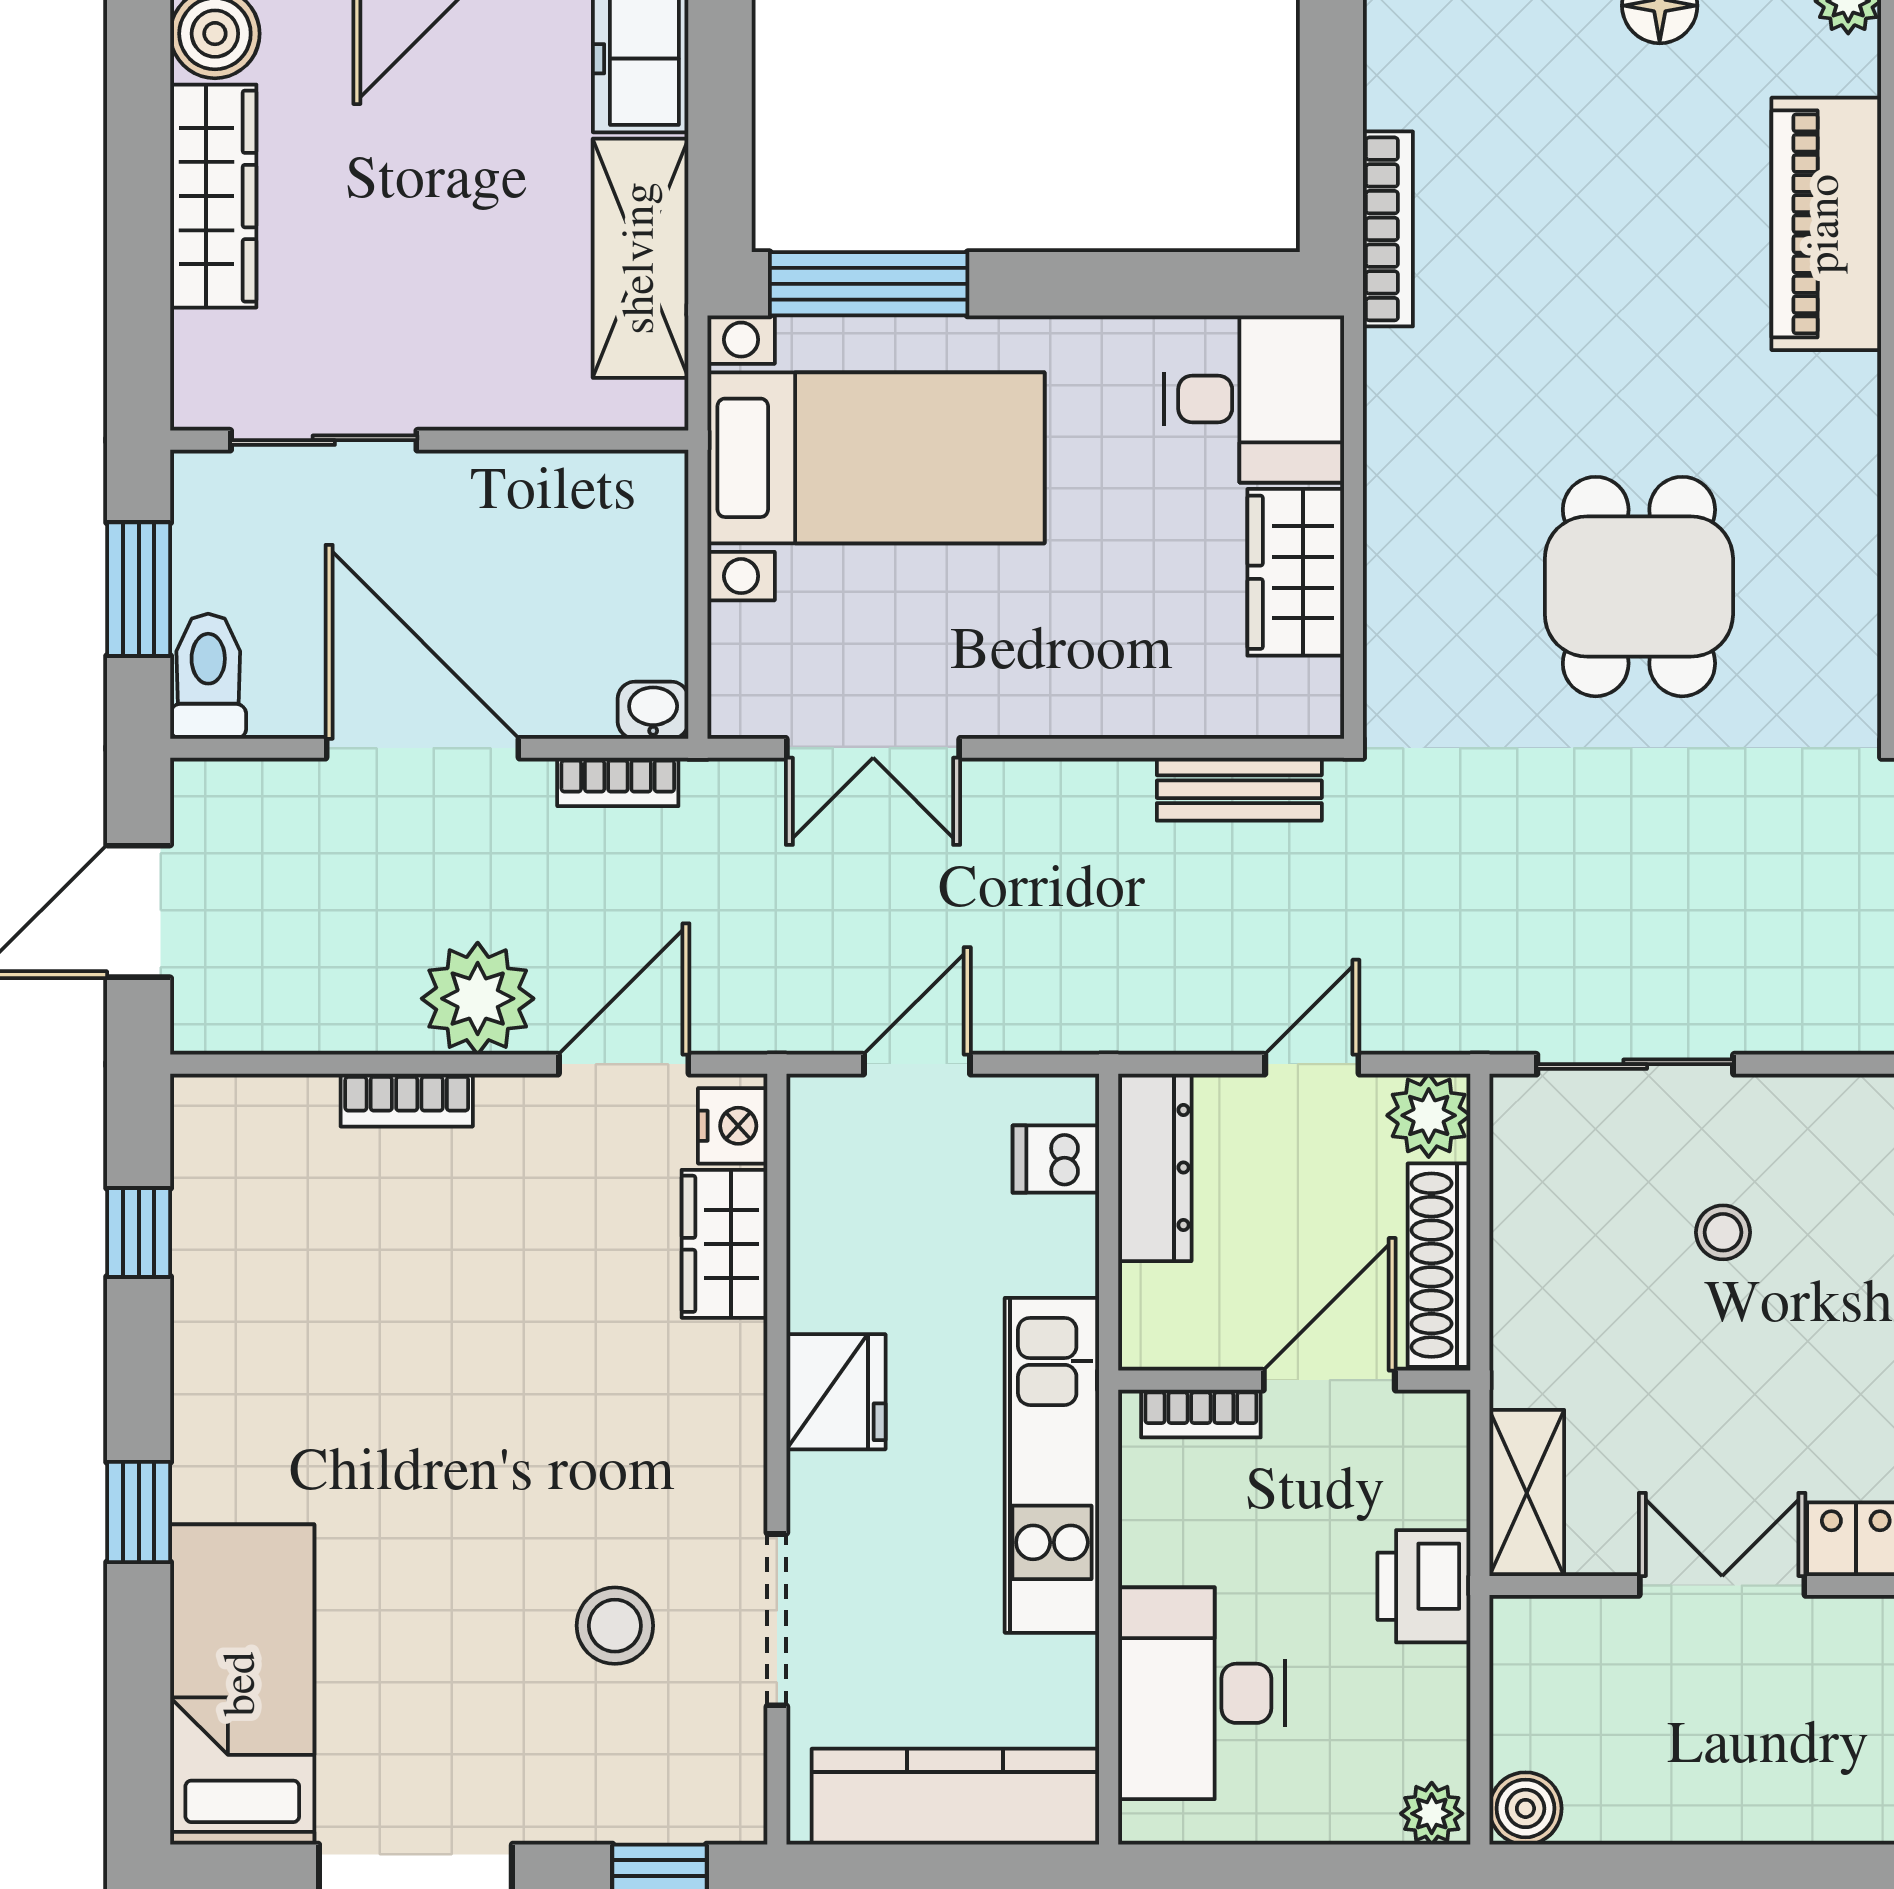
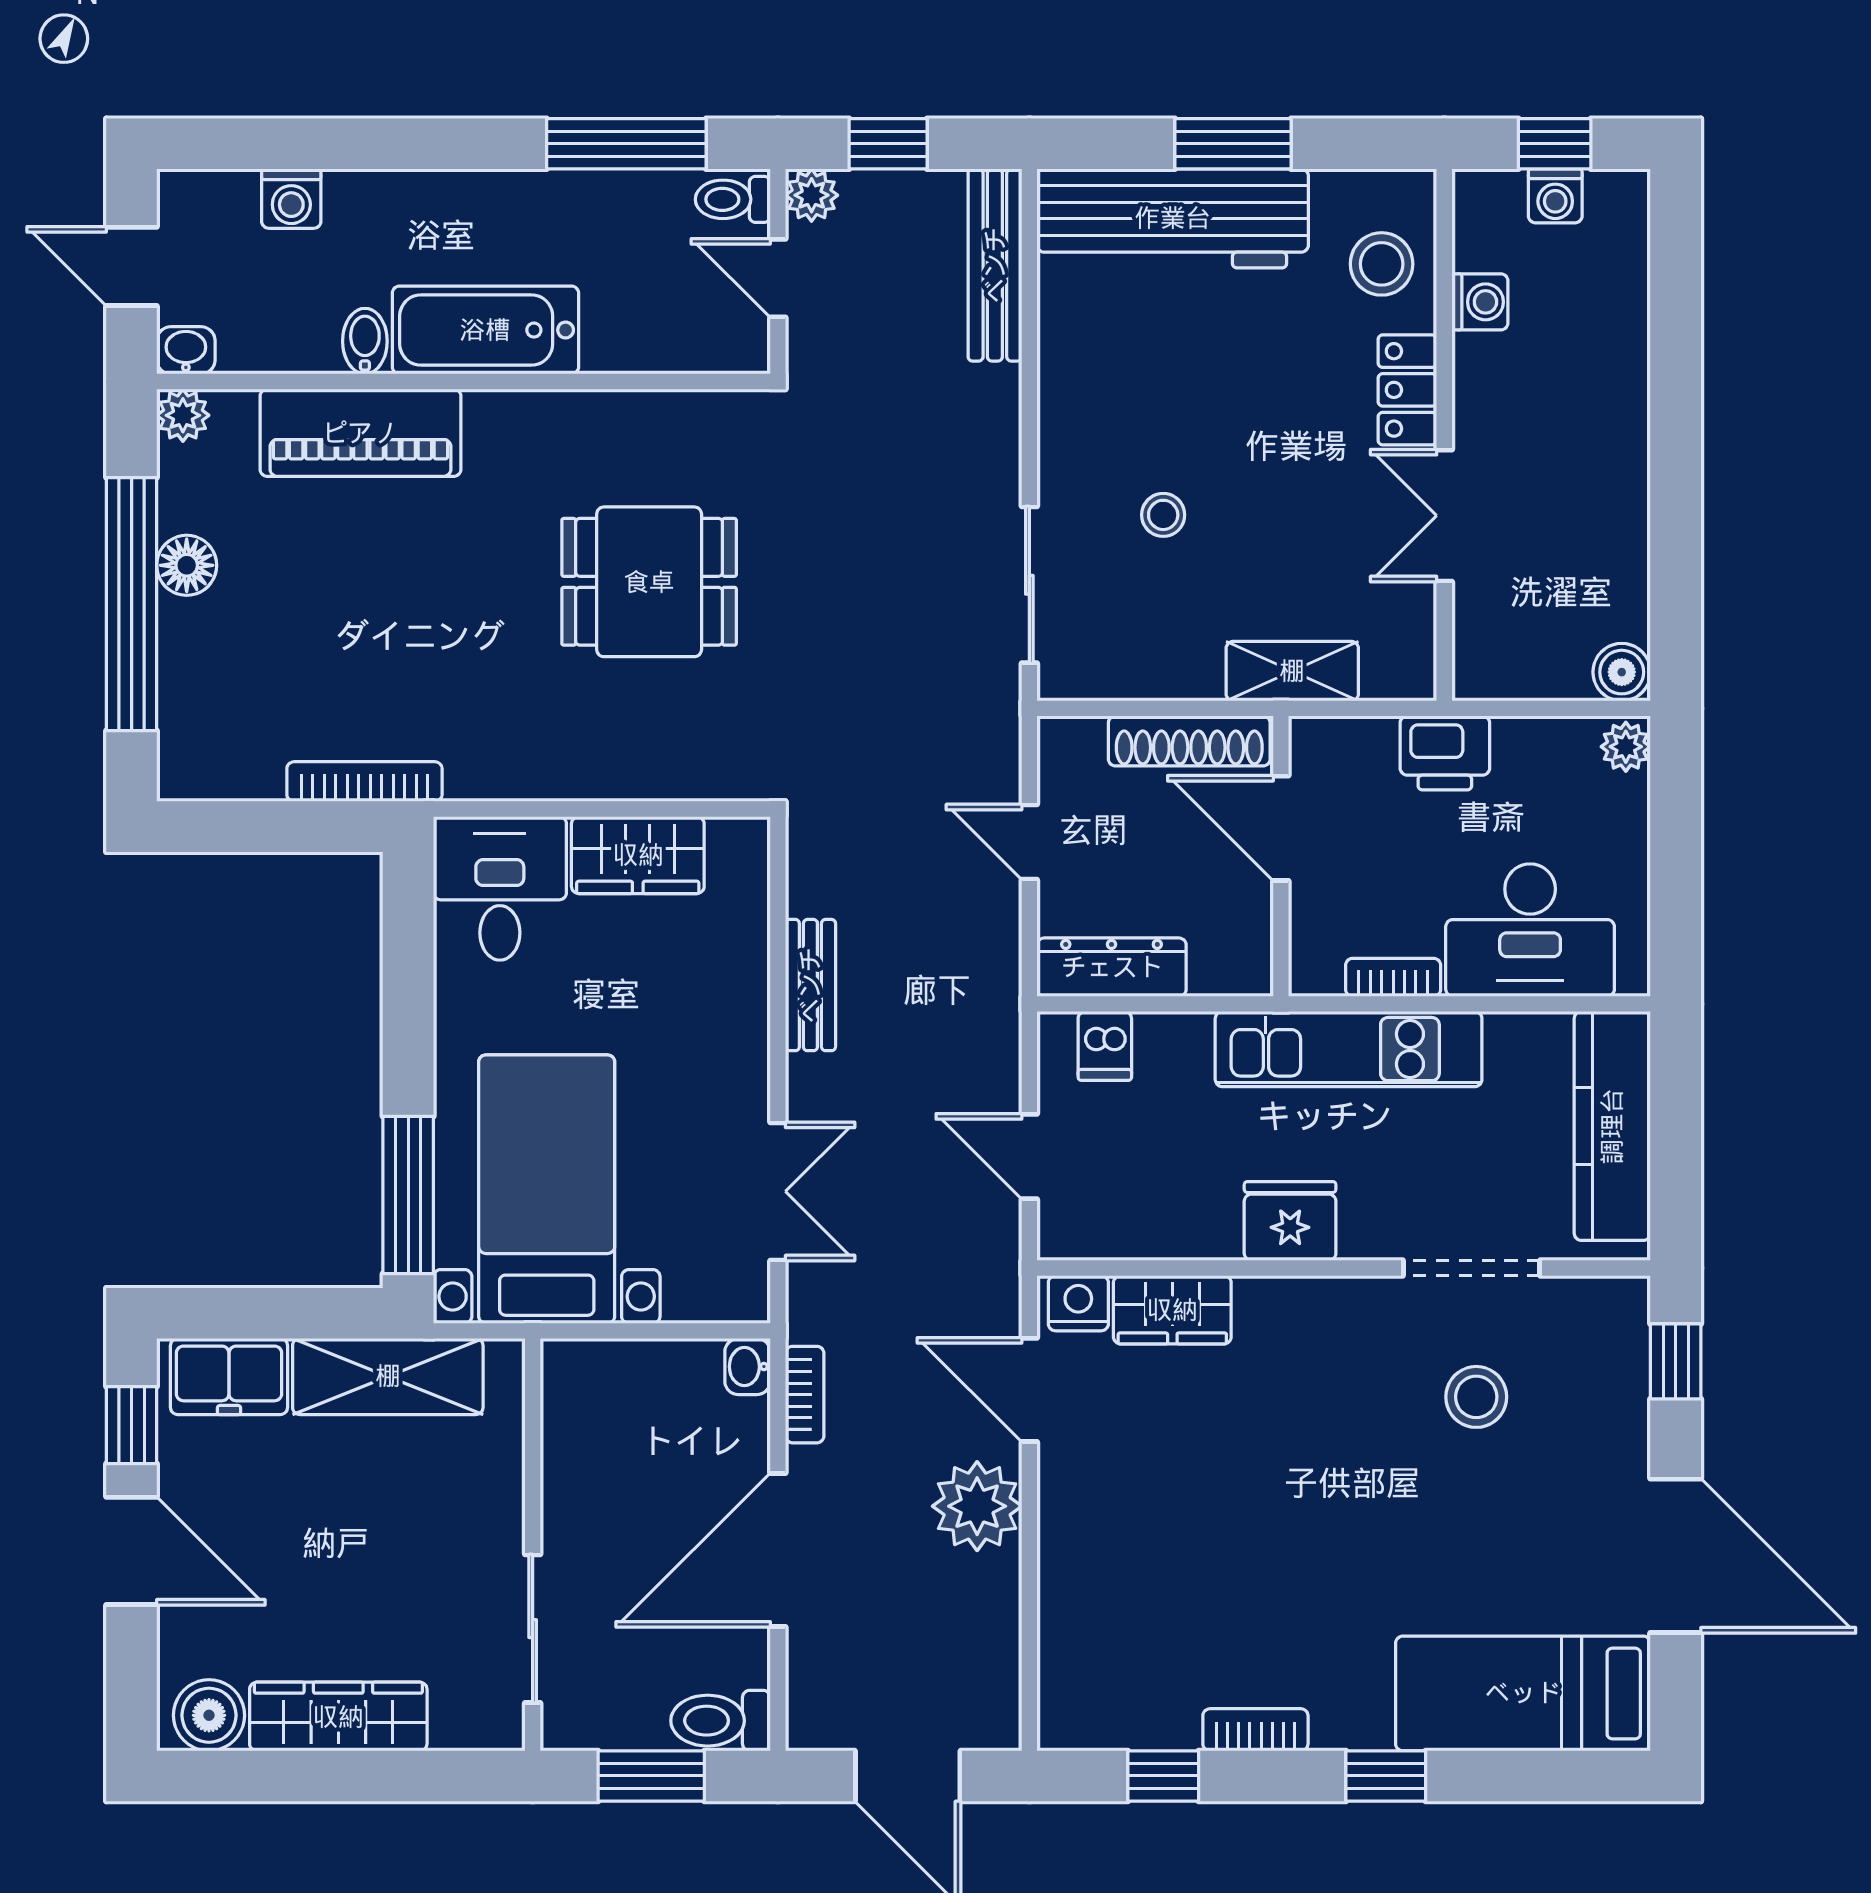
bench: (1239, 789) -> (810, 985), moved
bookcase: (407, 1100) -> (1255, 1730), moved, turned -90
plant: (1429, 1115) -> (1070, 749), removed
bookcase: (1201, 1414) -> (1393, 977), moved, turned -90
shelving: (1527, 1493) -> (1292, 671), moved

